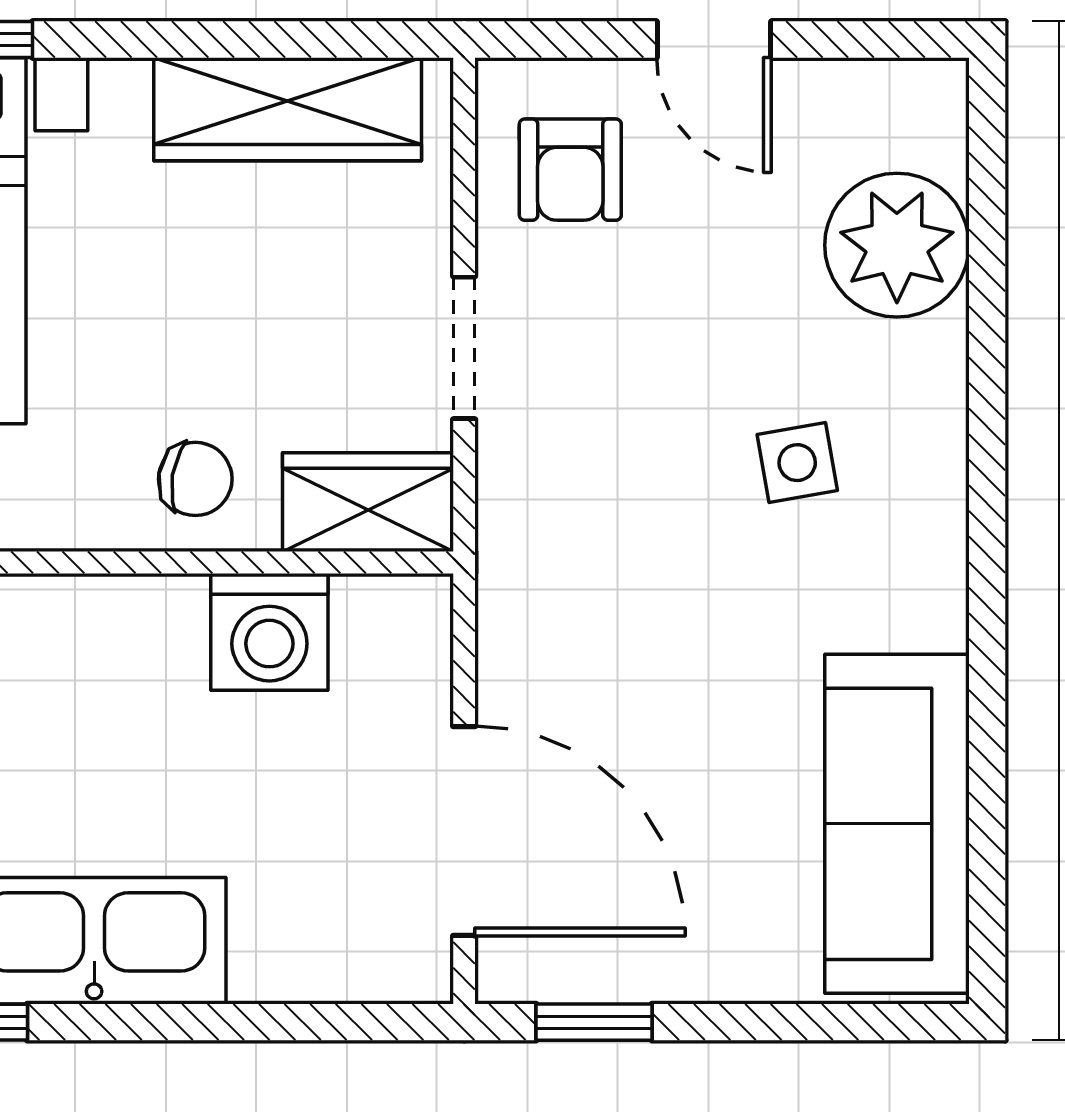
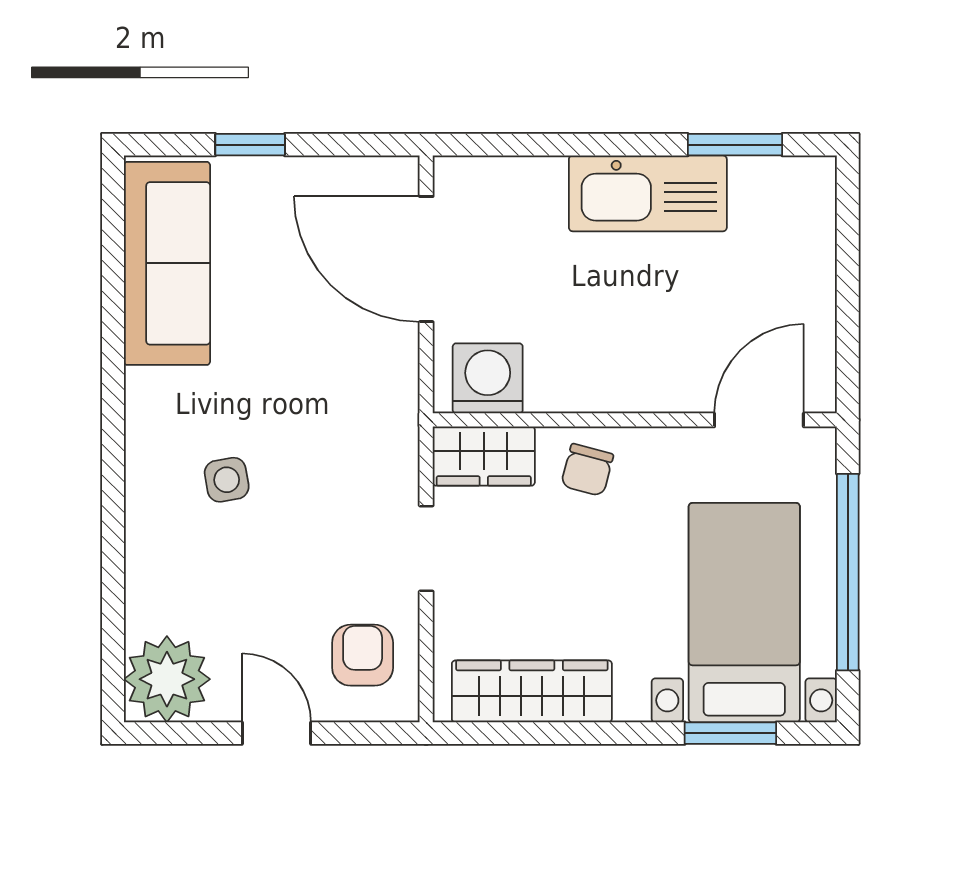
plant: (897, 245) -> (167, 679), moved
chair: (195, 479) -> (587, 470), turned -84
washing machine: (269, 632) -> (488, 378), moved
window: (594, 1022) -> (250, 145), moved

